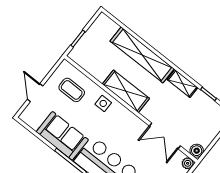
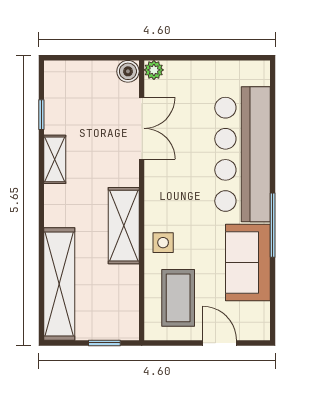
shelving: (142, 55) -> (59, 284), moved
coffee table: (72, 90) -> (178, 298), width x1.36, depth x1.30
door: (35, 93) -> (220, 343), swing flipped

